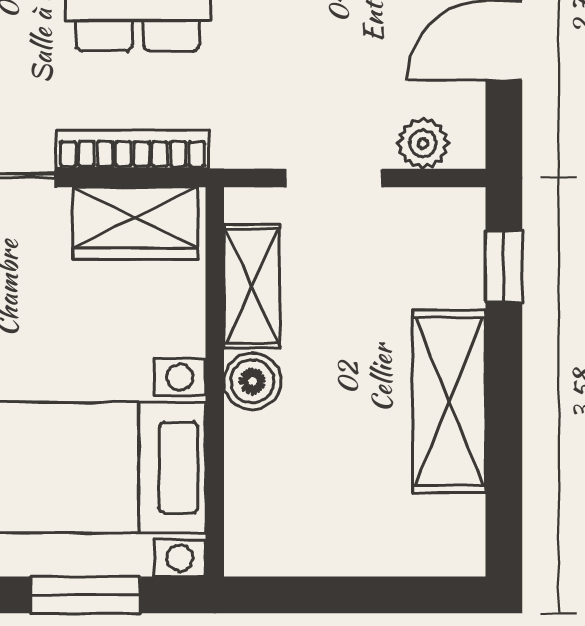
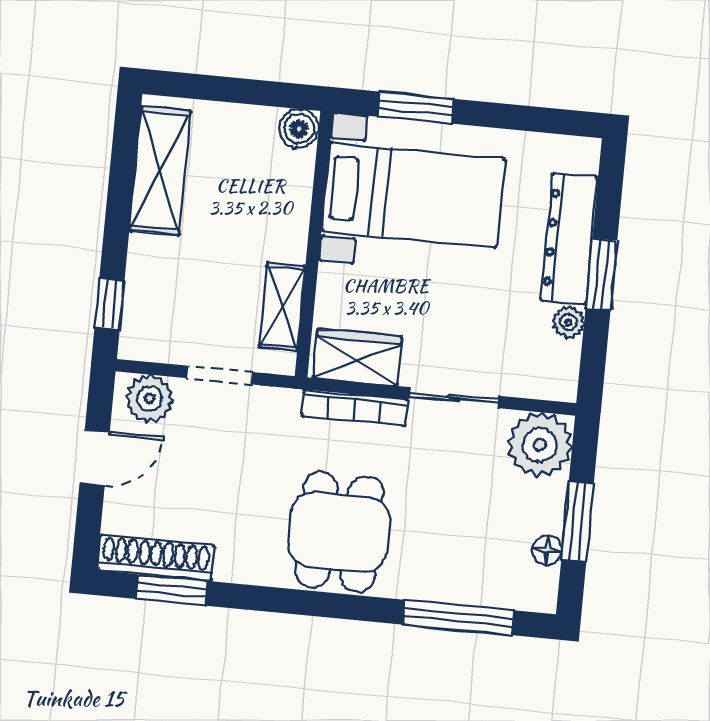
plant: (423, 143) -> (149, 399), width x1.38, depth x1.38
boiler: (252, 381) -> (299, 129), moved
shelving: (449, 402) -> (160, 171), moved

